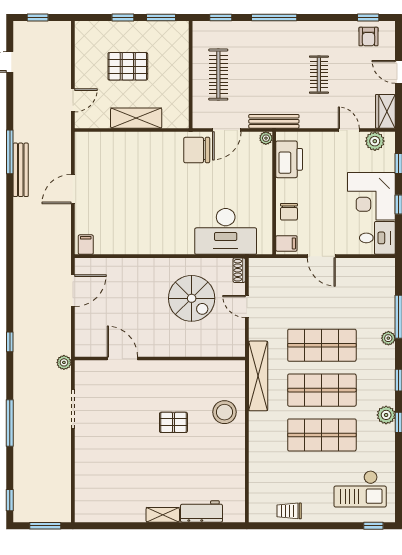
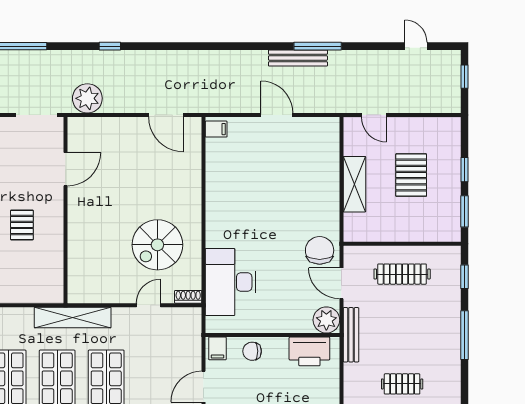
plant: (266, 138) -> (326, 320), width x1.88, depth x1.88
door: (122, 359) -> (66, 169), moved
wall: (160, 359) -> (66, 210), moved
plant: (64, 362) -> (87, 98), width x1.87, depth x1.87
stool: (225, 412) -> (33, 281), removed

